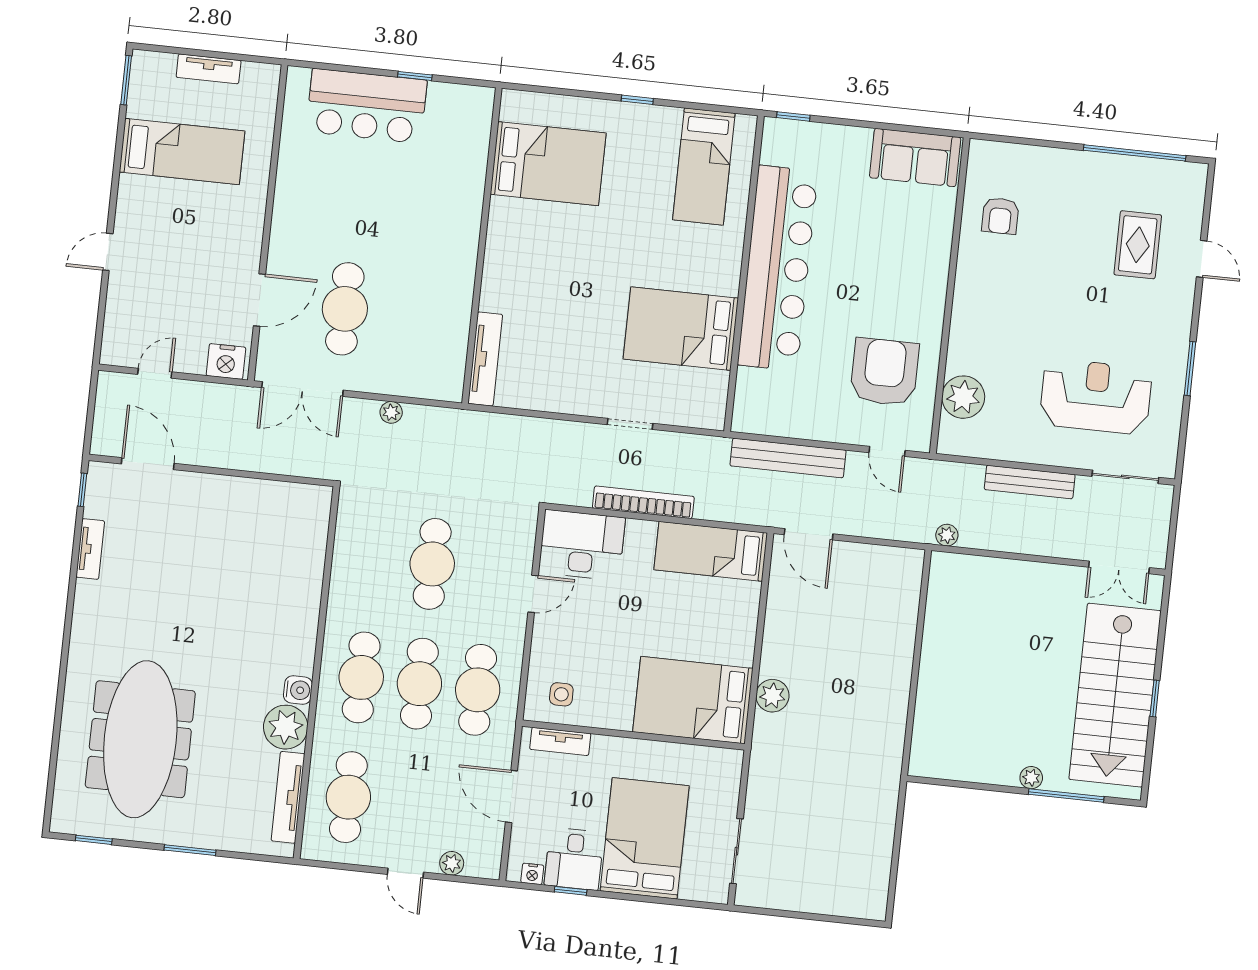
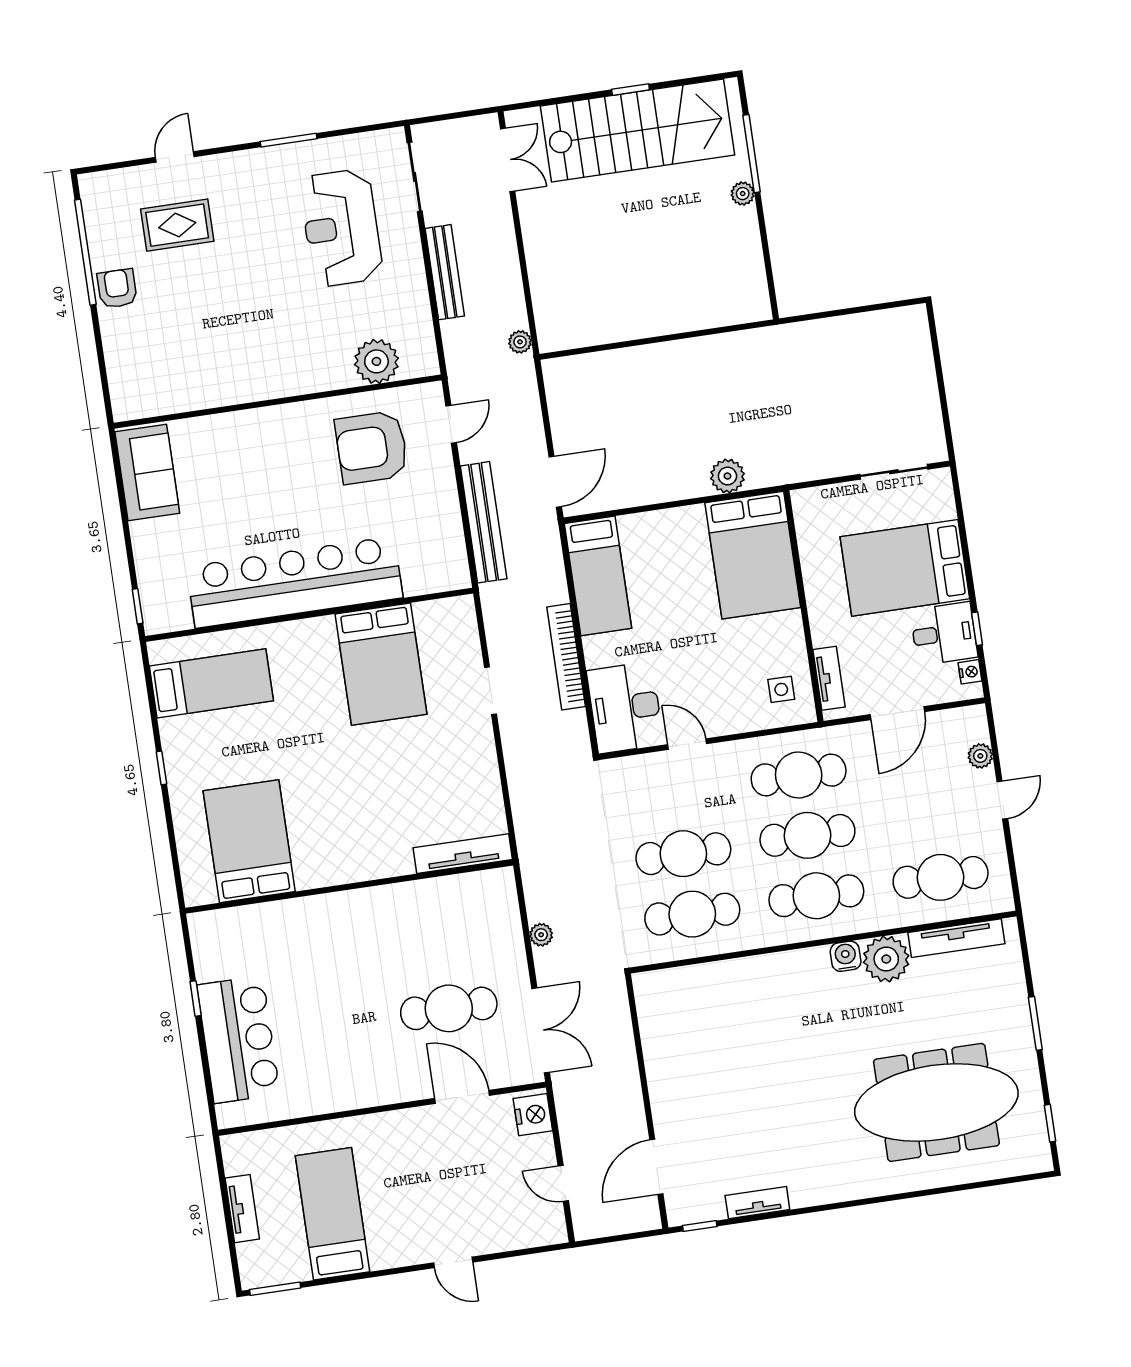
armchair: (1000, 216) -> (117, 288), moved, turned -90
cafe table: (374, 558) -> (692, 914), added

